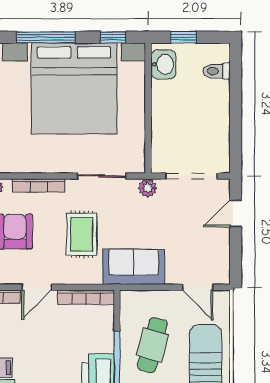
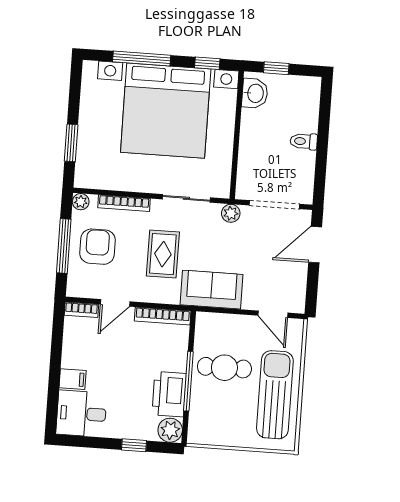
toilet: (216, 71) -> (304, 141), moved
door: (236, 214) -> (315, 245), width x1.38
cafe table: (152, 345) -> (224, 368), turned 75

